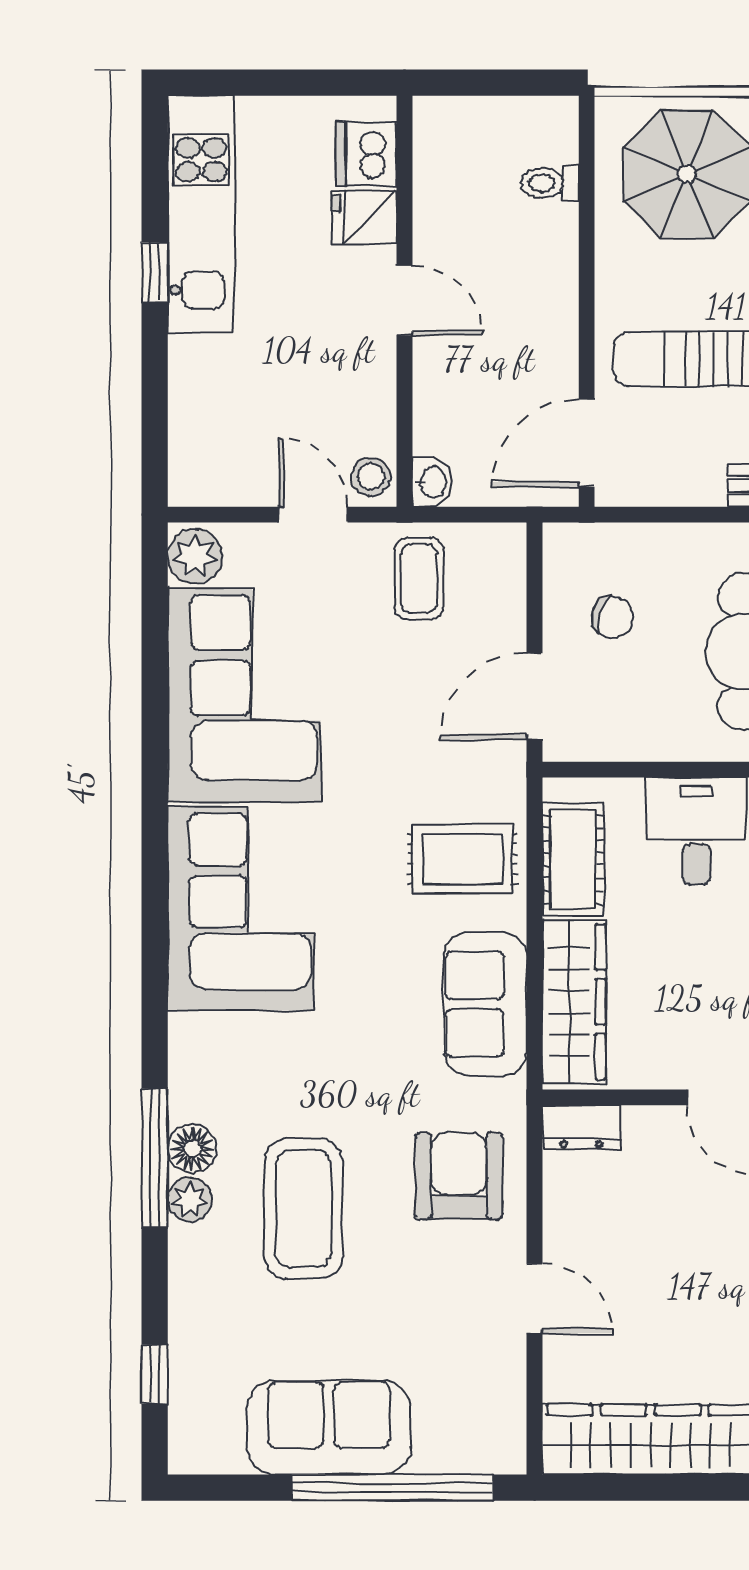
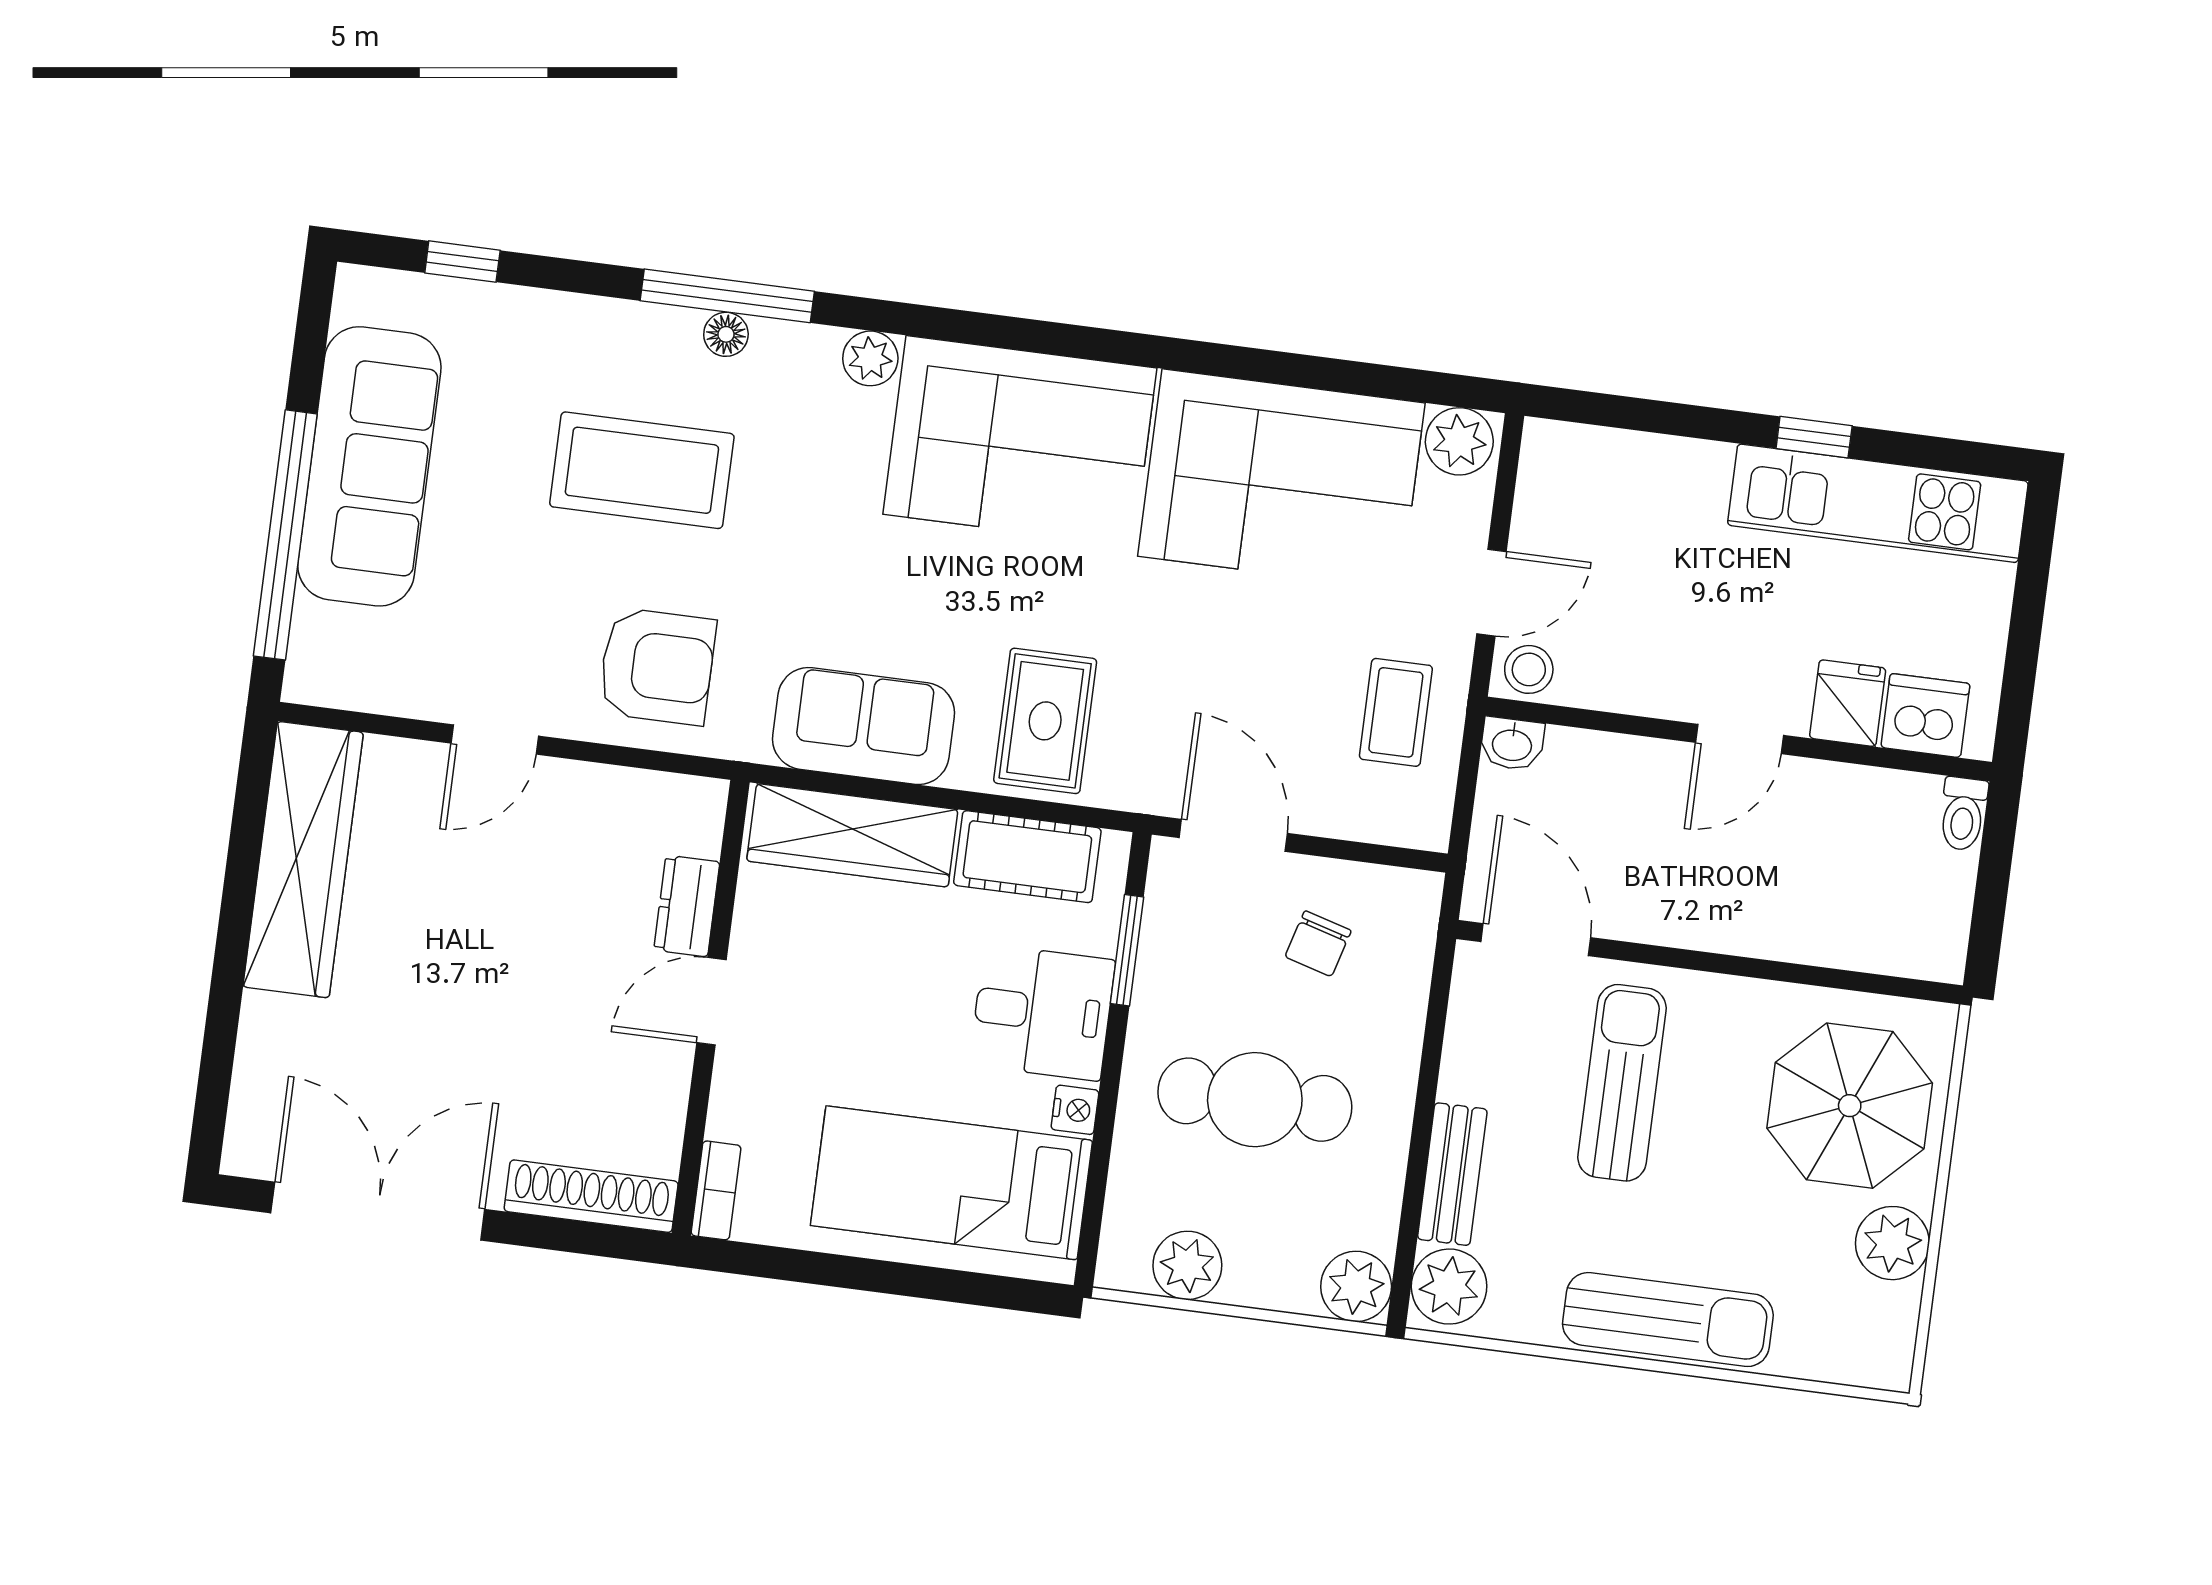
toilet: (550, 183) -> (1963, 814), moved, turned 180
coffee table: (419, 579) -> (1396, 712), turned 90
window: (638, 770) -> (1127, 950), added
dresser: (581, 1127) -> (687, 906), moved
floor lamp: (192, 1149) -> (726, 334), width x0.73, depth x0.73
plant: (190, 1199) -> (870, 358), moved
sofa: (329, 1427) -> (369, 466), width x1.36

